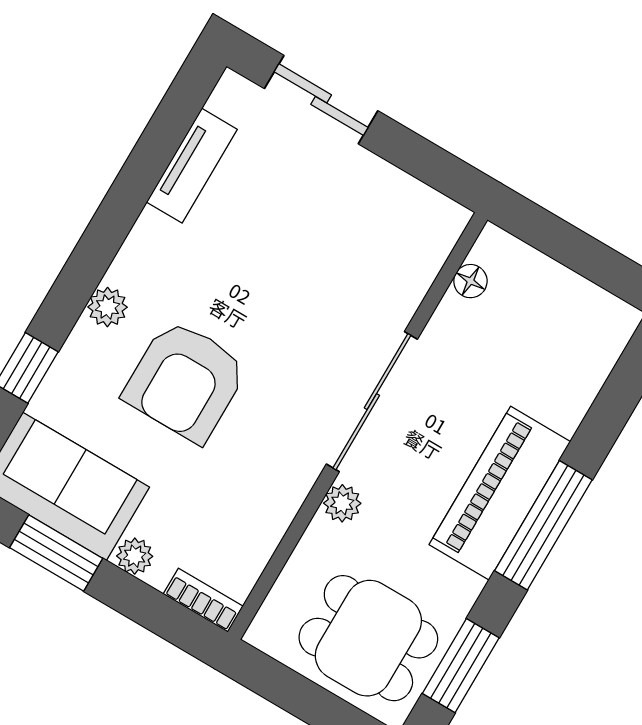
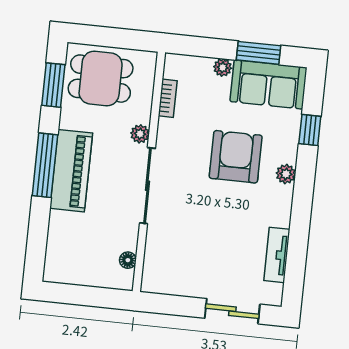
bookcase: (203, 600) -> (168, 98), moved, turned -90

